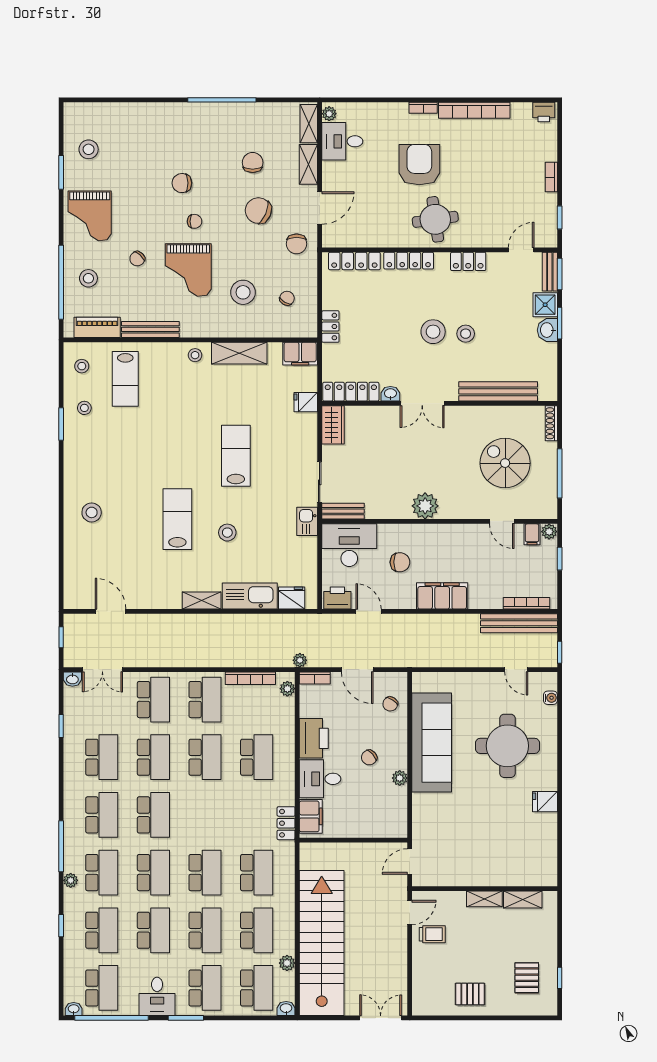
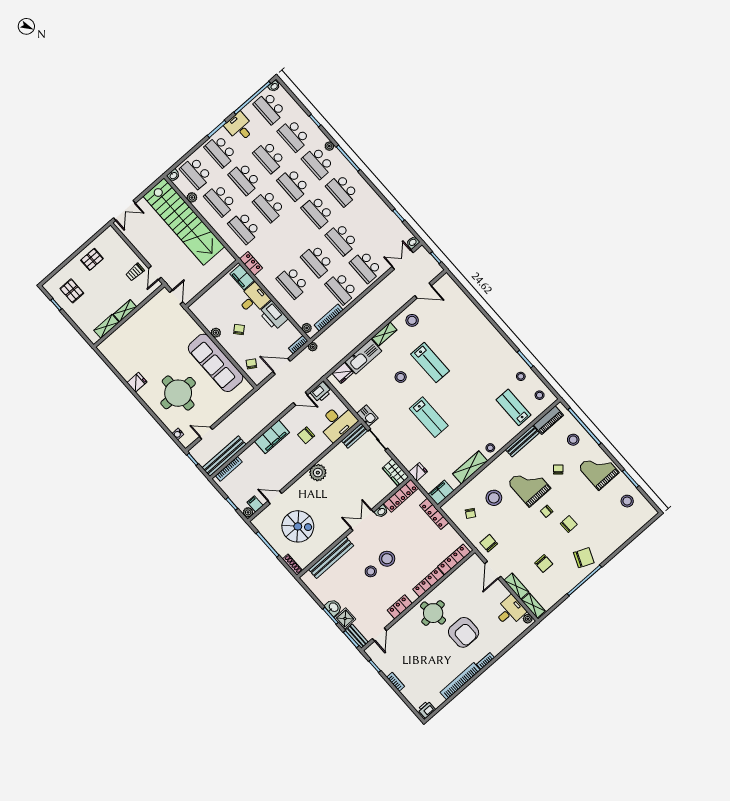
chair: (258, 211) -> (584, 558), moved
locker: (330, 327) -> (434, 514), width x1.53
stool: (92, 512) -> (412, 320), moved
school desk: (102, 757) -> (366, 218), removed

